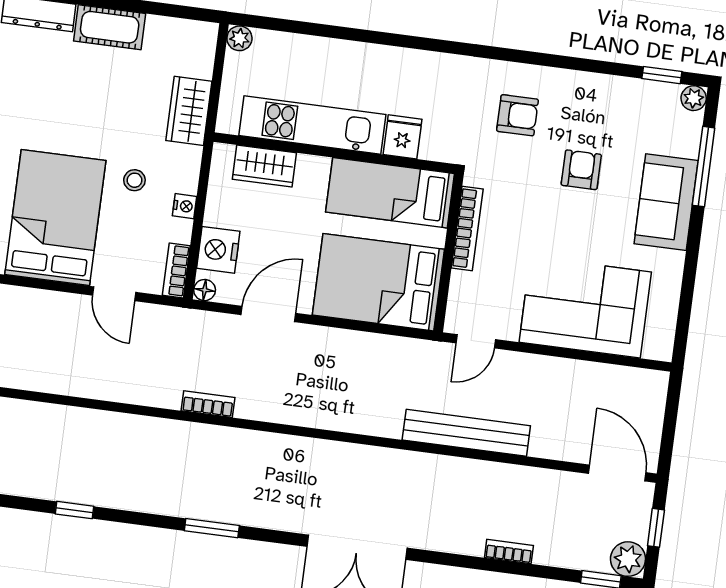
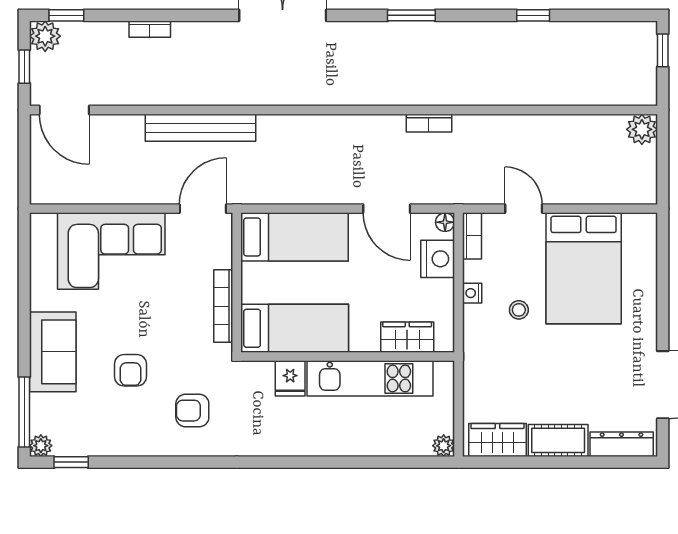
wardrobe: (189, 111) -> (497, 440), moved, turned -90
window: (704, 167) -> (24, 412), moved
bed: (378, 282) -> (294, 237), width x0.67
door: (268, 314) -> (387, 209), hinge flipped
door: (476, 341) -> (203, 209), width x1.38

